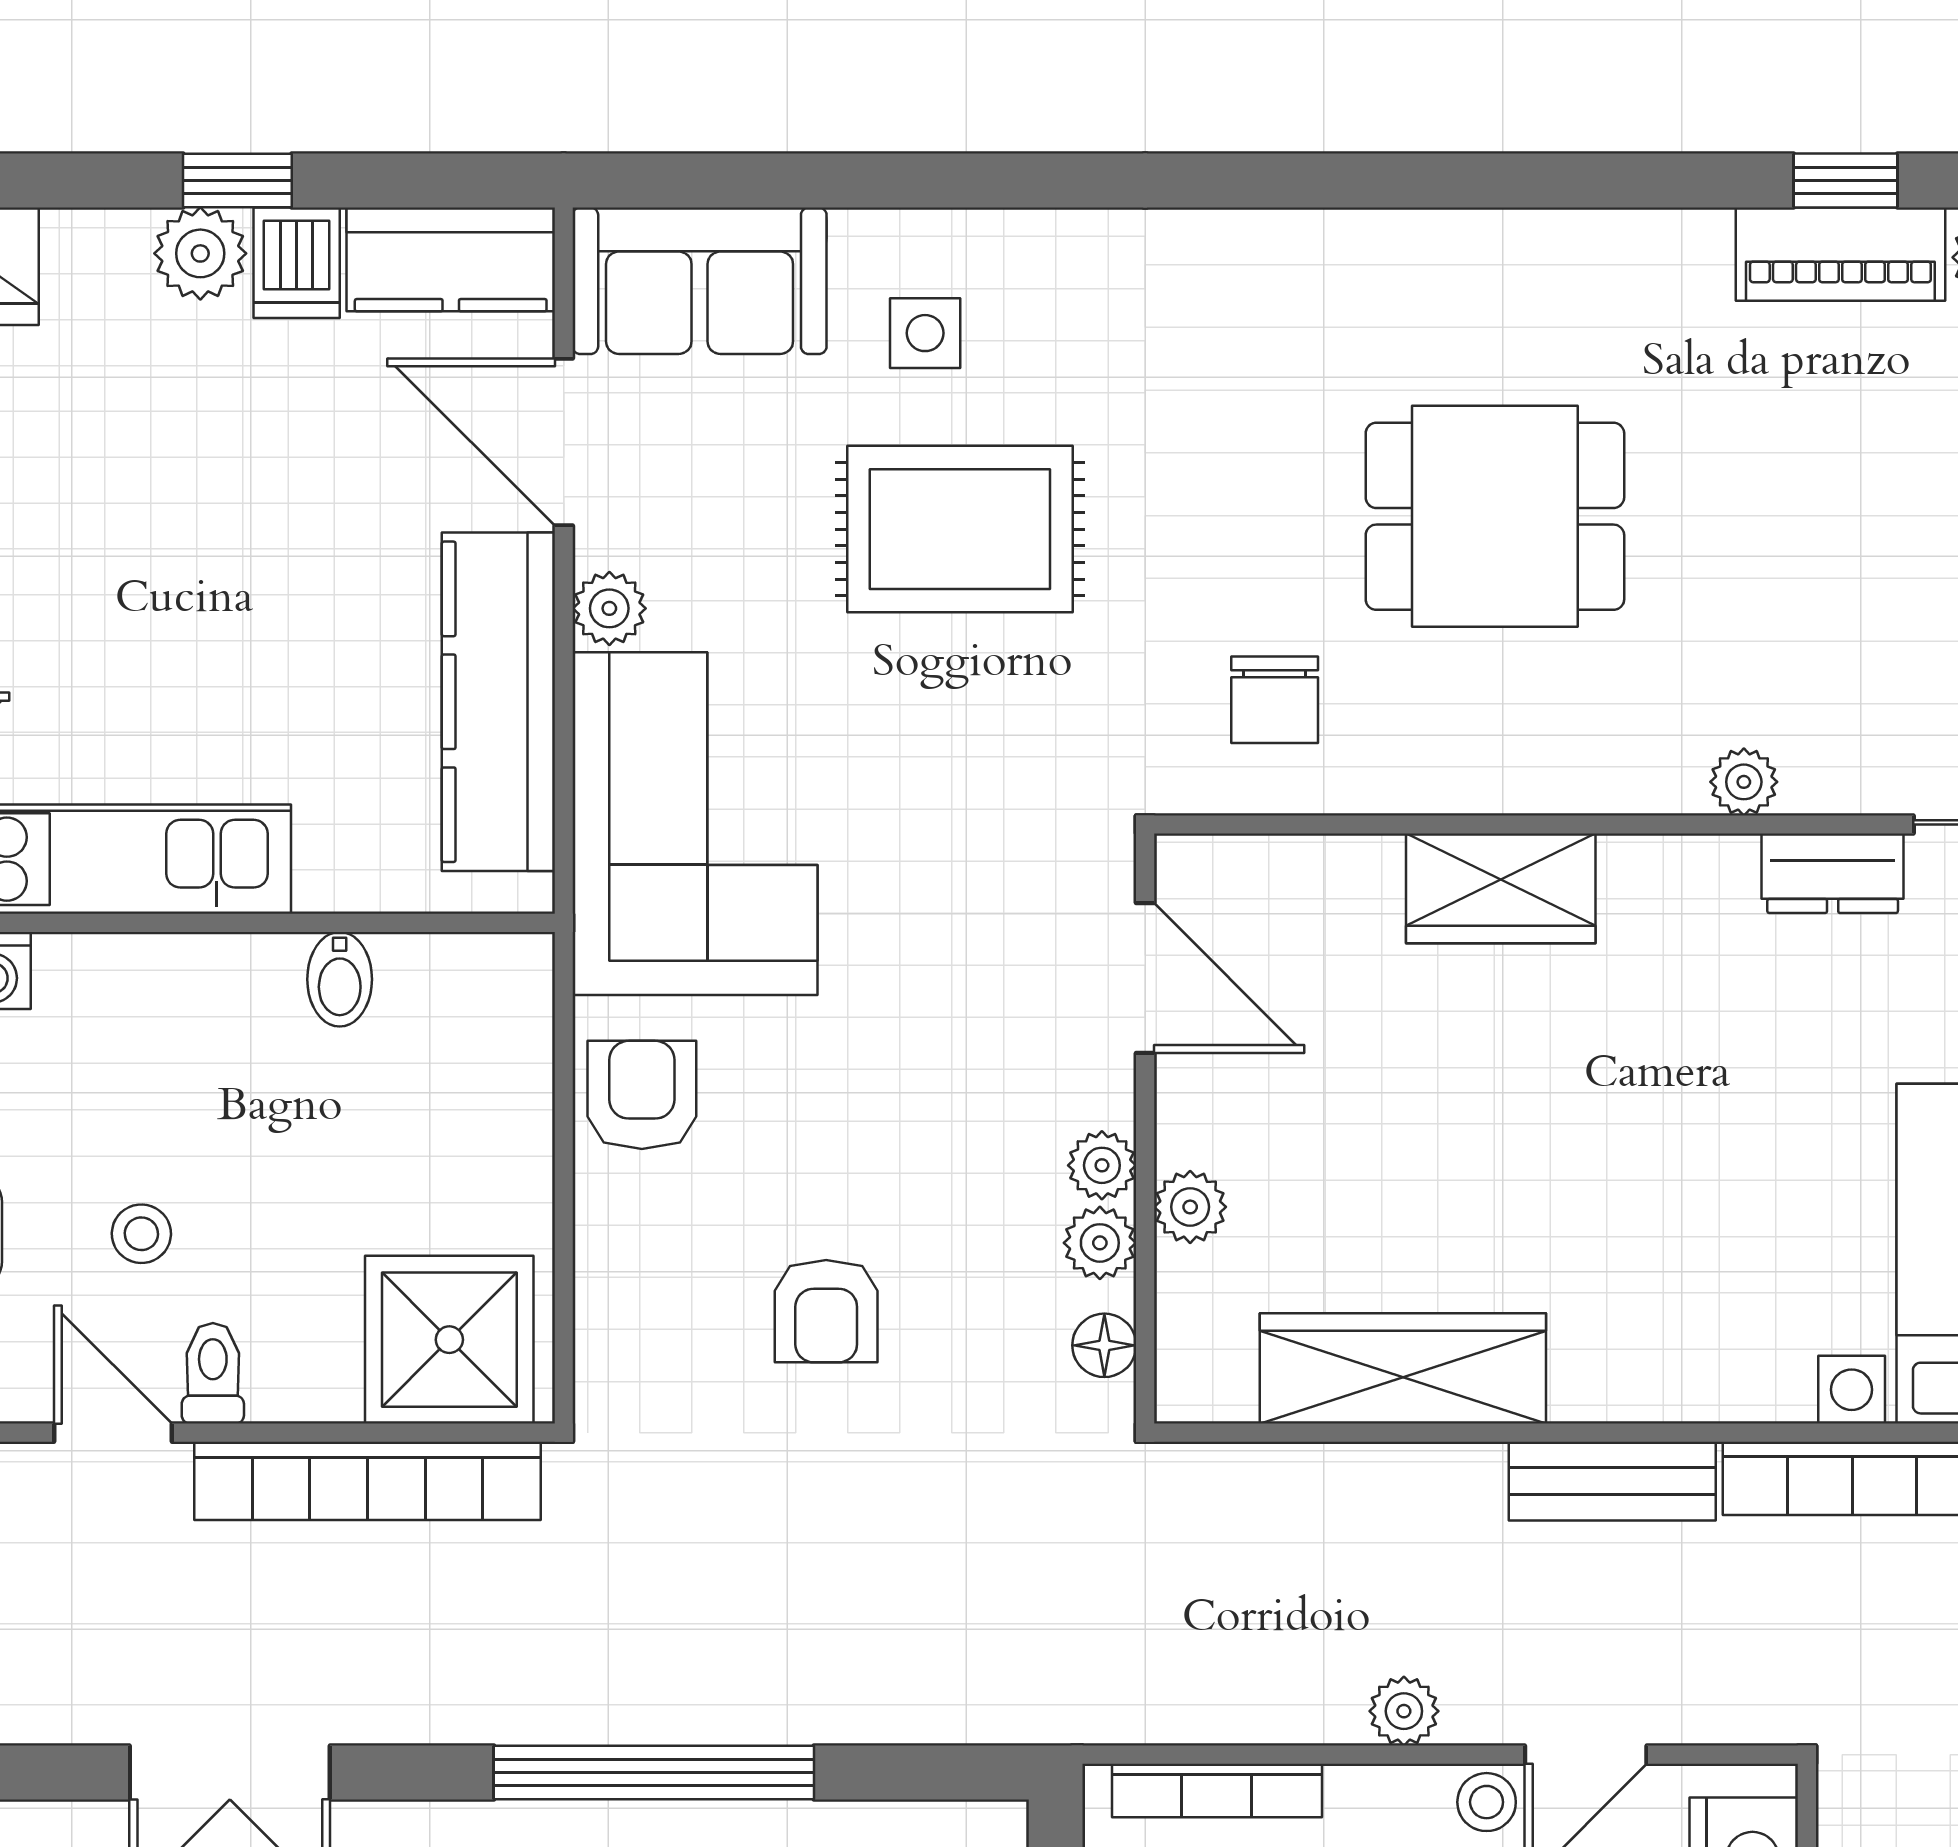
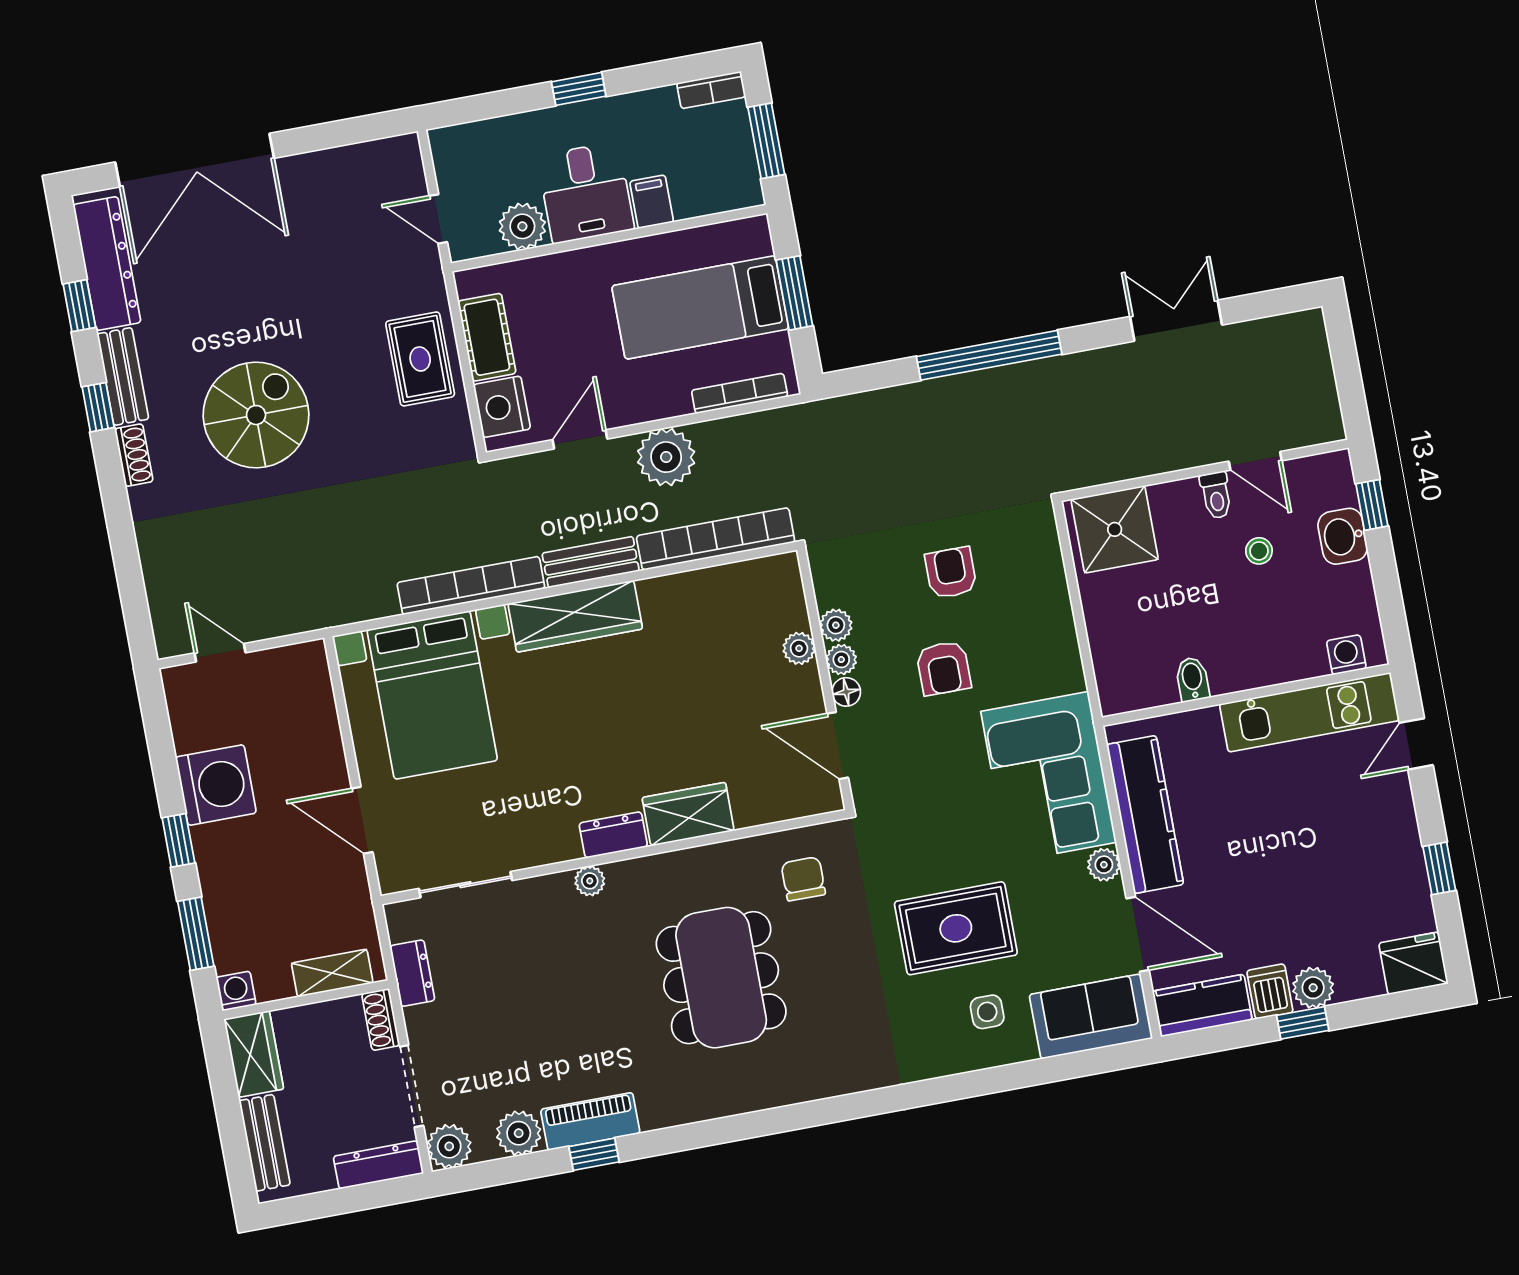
dining table: (1495, 516) -> (721, 978), width x1.37
dresser: (1833, 873) -> (613, 835), moved
armchair: (642, 1095) -> (943, 668), moved
floor lamp: (1104, 1345) -> (846, 692), moved
wardrobe: (1403, 1368) -> (575, 616), moved
bookcase: (368, 1481) -> (716, 539), moved
plant: (1404, 1711) -> (666, 457), width x1.88, depth x1.88
stool: (1487, 1802) -> (620, 410), removed

